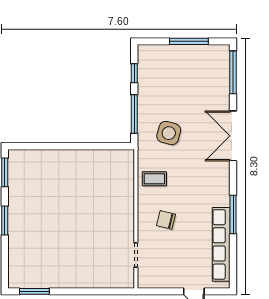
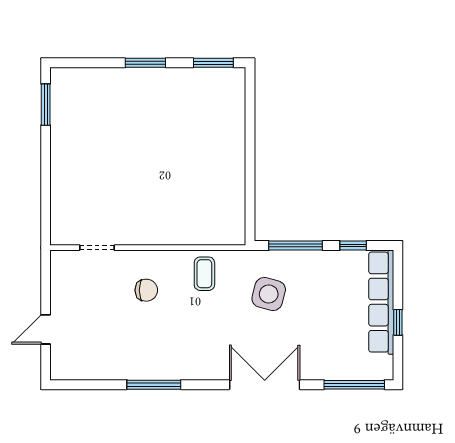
window: (189, 41) -> (398, 322), width x0.46
chair: (166, 220) -> (146, 290), turned 76
row of seats: (221, 244) -> (381, 302), moved, turned -90

